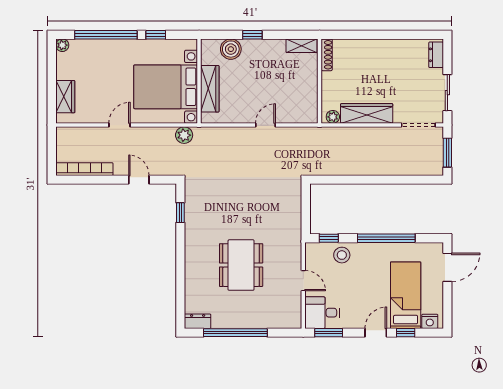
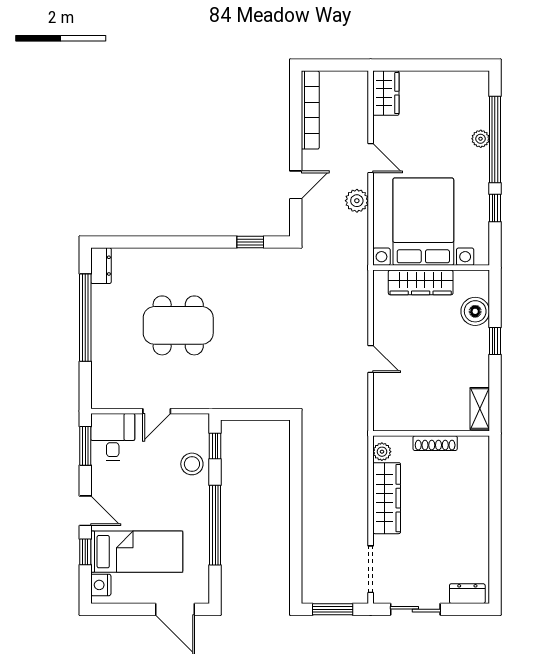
plant: (62, 45) -> (481, 139), moved
shoe rack: (327, 55) -> (435, 443), moved
wardrobe: (65, 97) -> (386, 93), moved, turned -90
plant: (184, 135) -> (357, 201), moved

